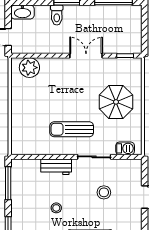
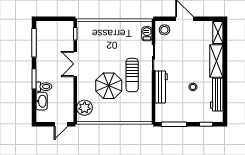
washbasin: (22, 12) -> (42, 101), moved
parasol: (116, 102) -> (109, 86), moved
workbench: (56, 167) -> (161, 87), width x1.37
stool: (104, 192) -> (164, 30), moved

